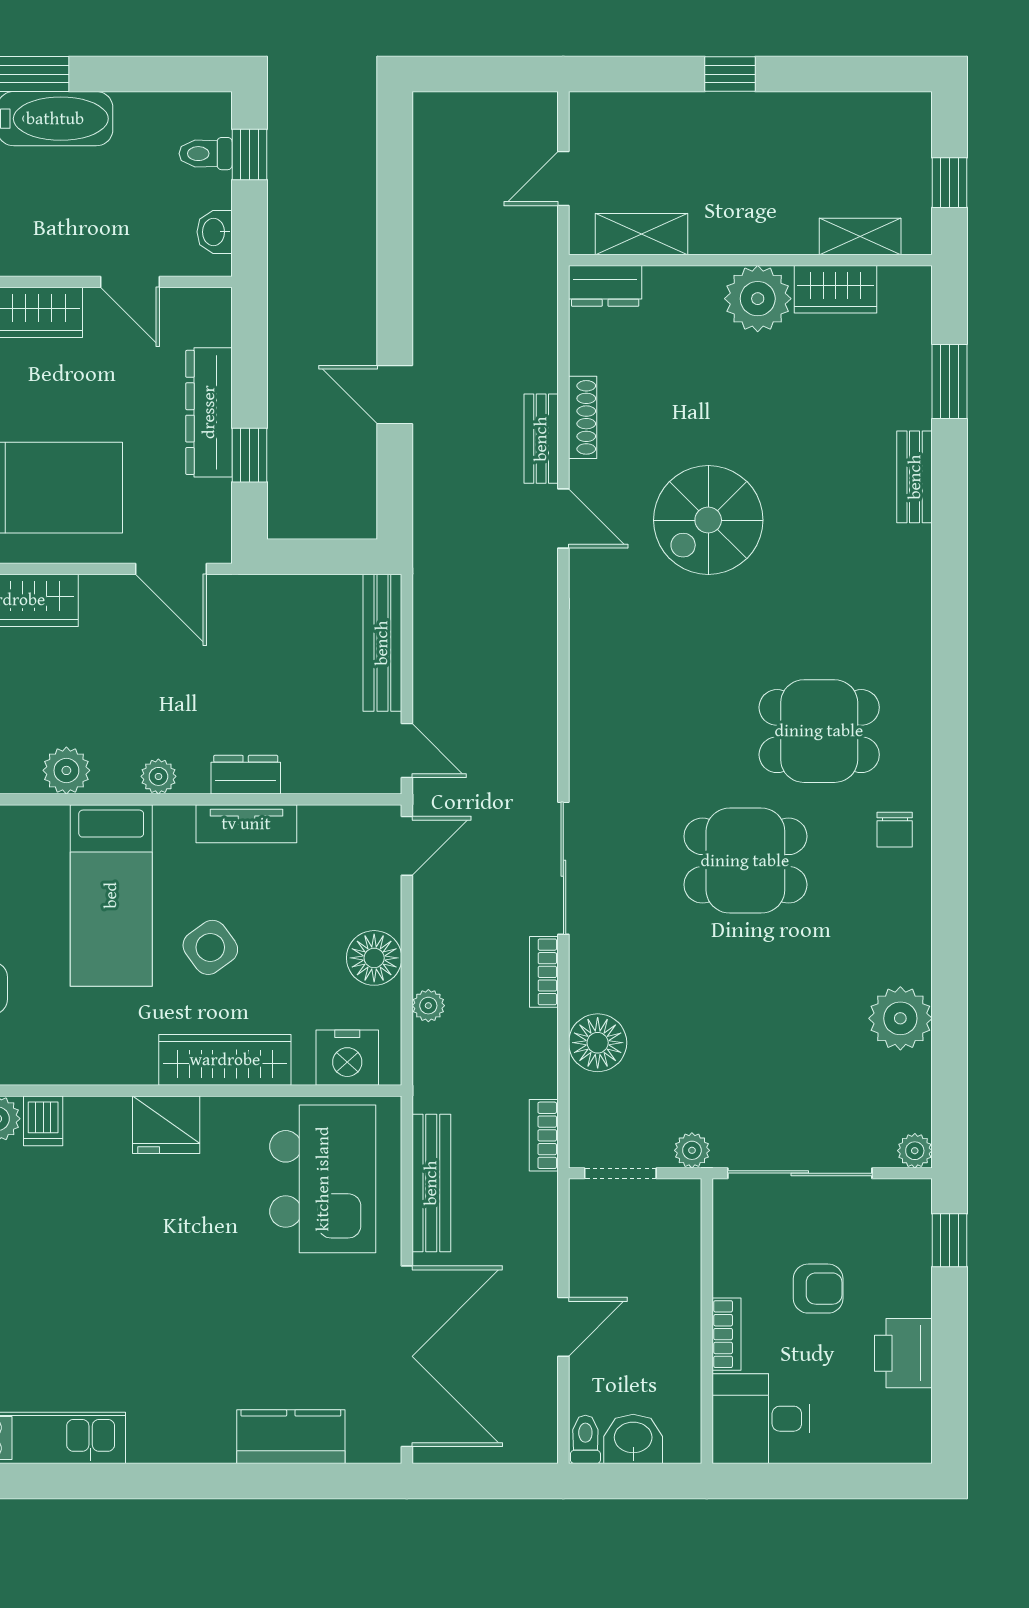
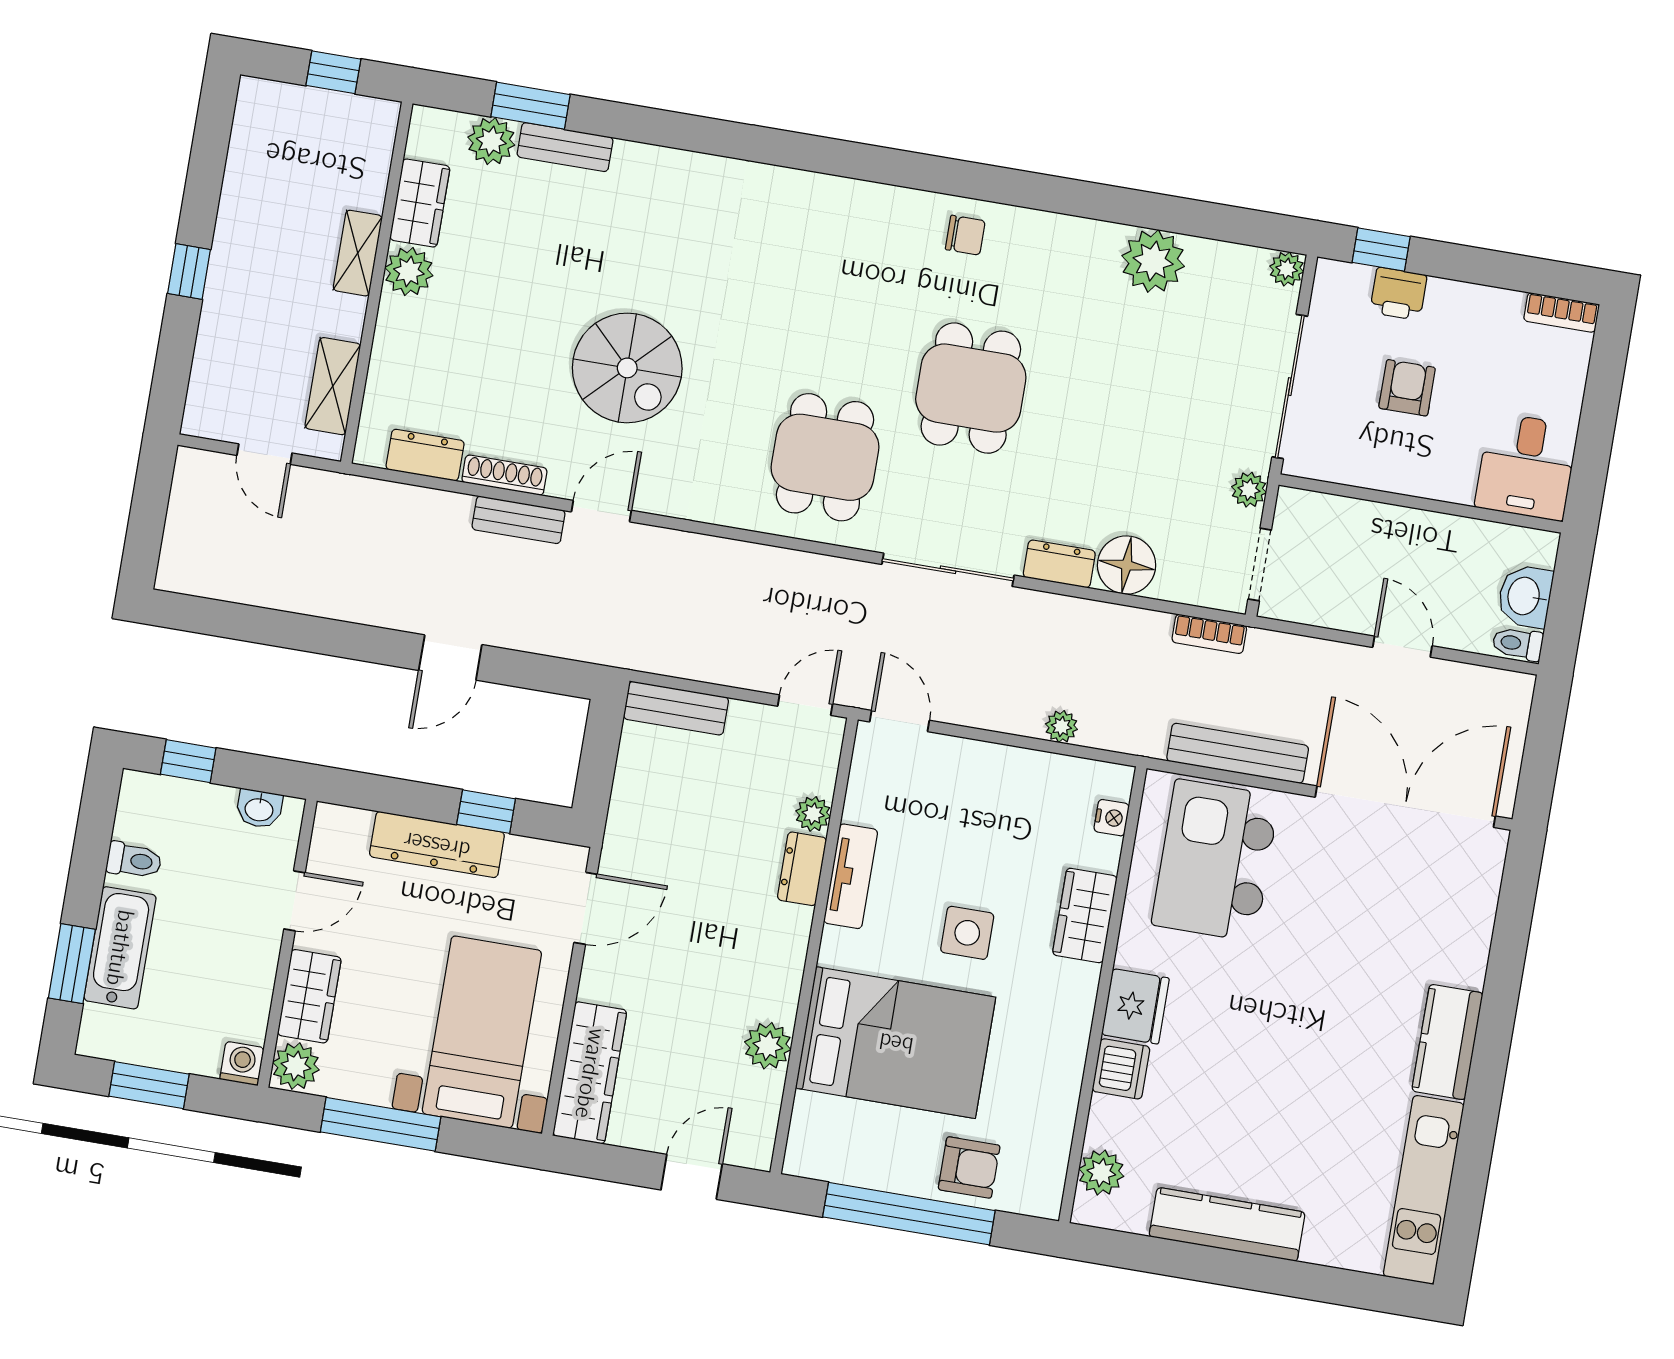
toilet: (206, 154) -> (134, 860), moved, turned -90
shelving: (860, 237) -> (358, 253), moved
dresser: (605, 286) -> (425, 455), moved, turned -90
plant: (758, 299) -> (409, 271), width x0.73, depth x0.73
plant: (908, 349) -> (491, 141), added
bench: (915, 477) -> (565, 147), moved
bench: (382, 643) -> (676, 708), width x0.73
dining table: (819, 731) -> (825, 457), moved
plant: (158, 776) -> (813, 814), moved
bed: (111, 895) -> (896, 1043), width x1.50
side table: (210, 947) -> (967, 933), turned 36
floor lamp: (374, 958) -> (1005, 772), removed
bookcase: (544, 972) -> (1047, 606), removed
dresser: (588, 977) -> (1059, 564), added
nightstand: (347, 1058) -> (1112, 818), width x0.53, depth x0.56
wardrobe: (225, 1060) -> (1085, 915), width x0.67
dishwasher: (43, 1121) -> (1121, 1069), moved, width x1.38
kitchen island: (323, 1179) -> (1215, 860), turned -90
bookcase: (727, 1334) -> (1561, 312), moved, turned 180
printer: (903, 1353) -> (1398, 294), moved, width x0.73, depth x0.81
kitchen counter: (291, 1437) -> (1447, 1042), moved

